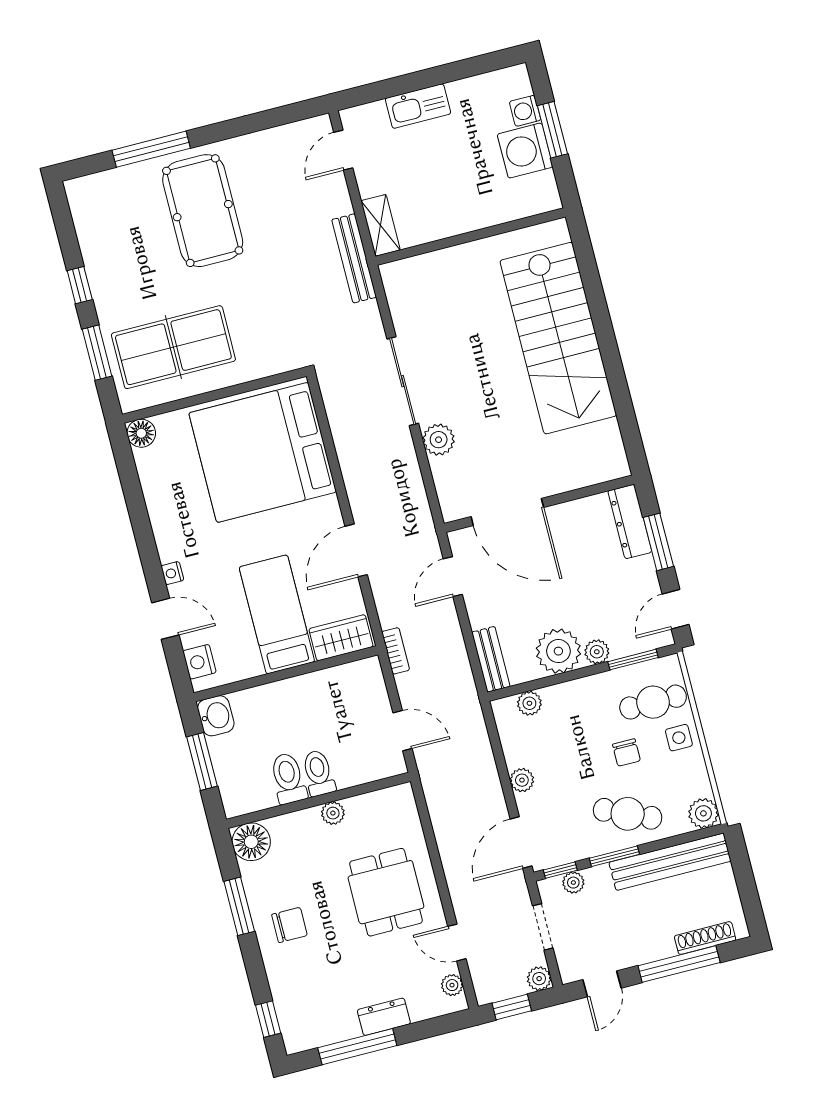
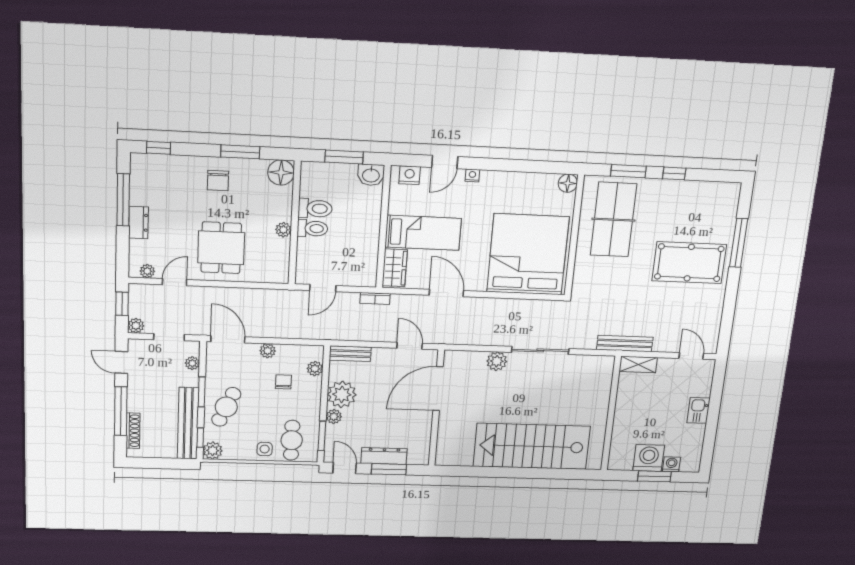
kitchen sink: (418, 106) -> (698, 410), width x0.73
dresser: (630, 522) -> (384, 456), moved
chair: (626, 753) -> (283, 382), moved, turned 90
window: (560, 870) -> (200, 438), moved
dining table: (386, 892) -> (221, 248), turned 90

